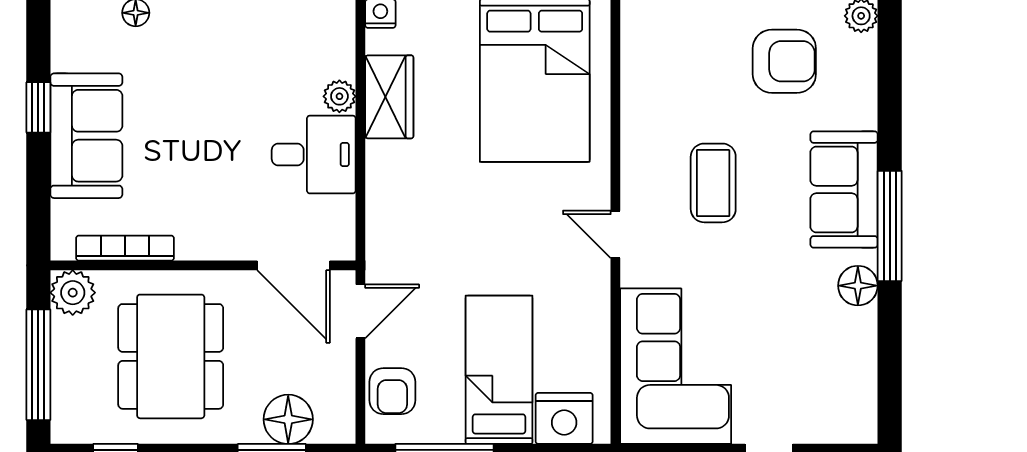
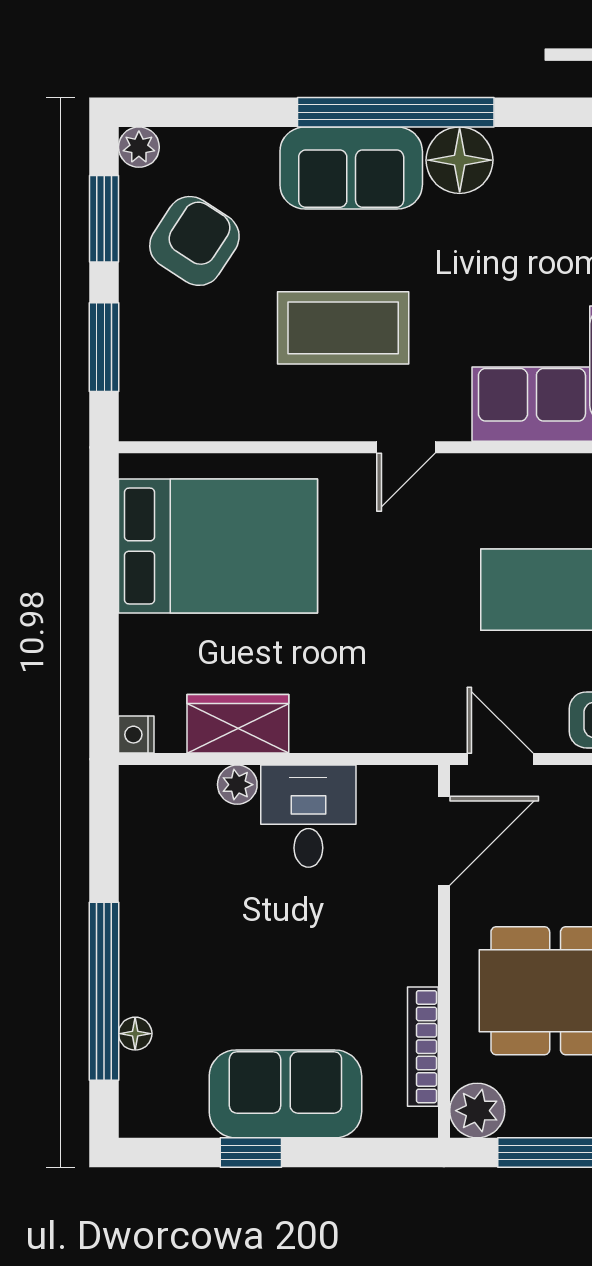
armchair: (784, 61) -> (194, 241), turned 33
coffee table: (713, 183) -> (343, 328), width x1.36, depth x1.32
window: (890, 226) -> (396, 112), width x1.46
floor lamp: (858, 286) -> (460, 160), width x1.38, depth x1.38

